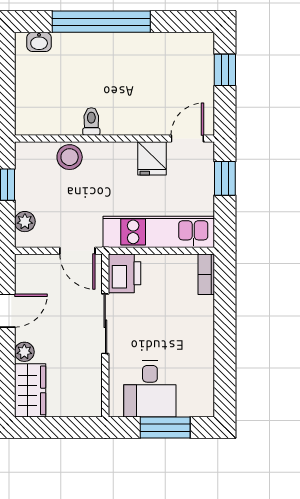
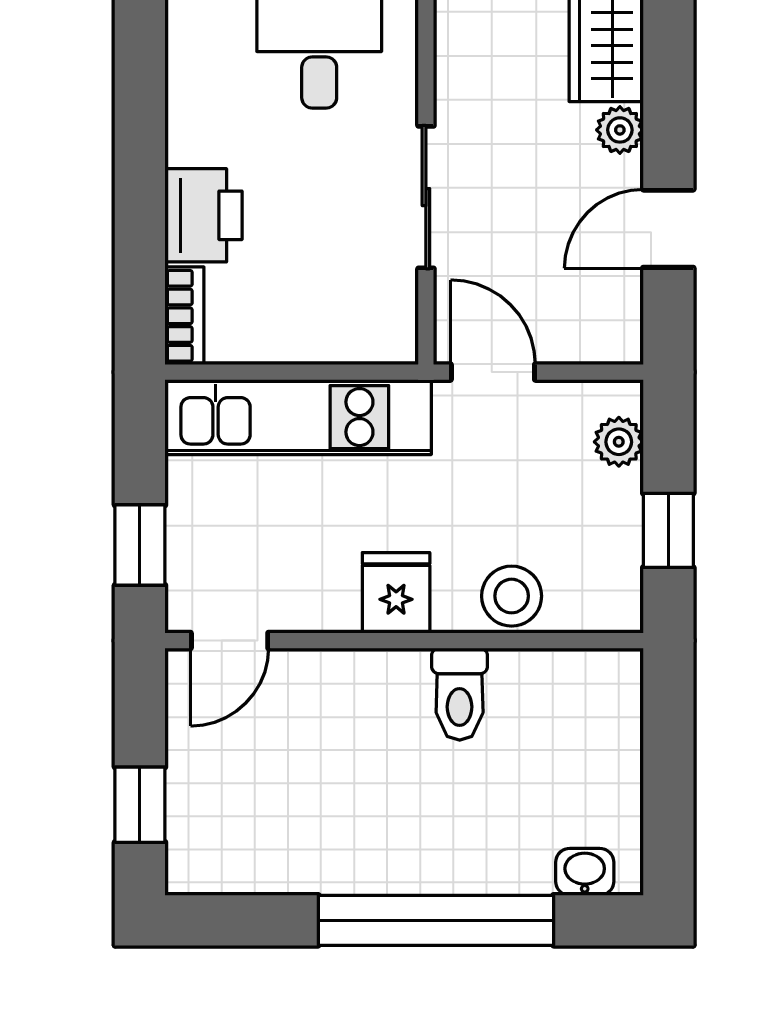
toilet: (91, 121) -> (460, 694), width x1.37, depth x1.39
fridge: (152, 158) -> (396, 593), moved
printer: (125, 273) -> (203, 215), moved, turned 180

